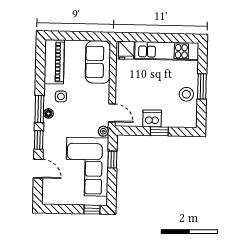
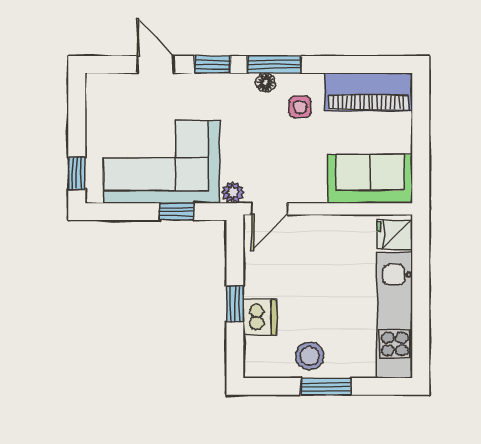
dishwasher: (152, 119) -> (260, 317), moved
door: (38, 169) -> (156, 65), swing flipped

